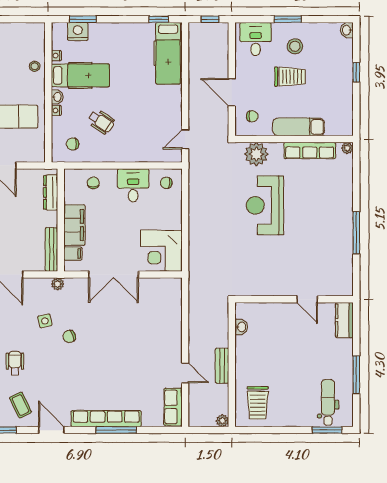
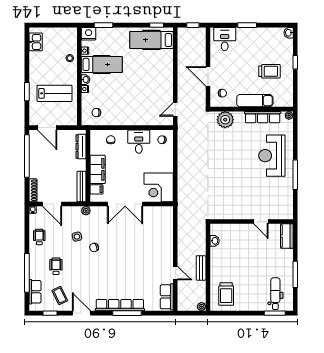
nightstand: (78, 31) -> (89, 34), moved
stool: (295, 46) -> (252, 44), removed
hospital bed: (168, 53) -> (151, 40), moved, turned 90
trolley: (290, 77) -> (269, 71), moved
wheelchair: (101, 122) -> (116, 97), removed
reception desk: (265, 205) -> (272, 156), moved

